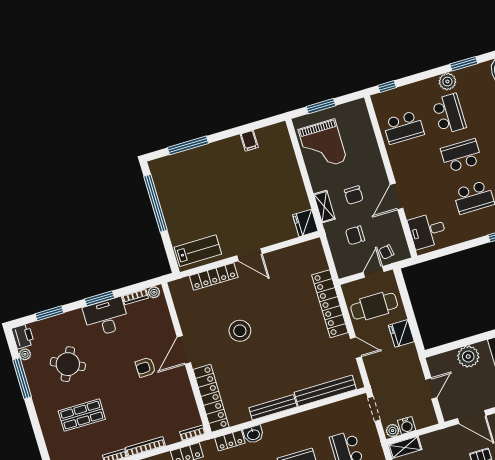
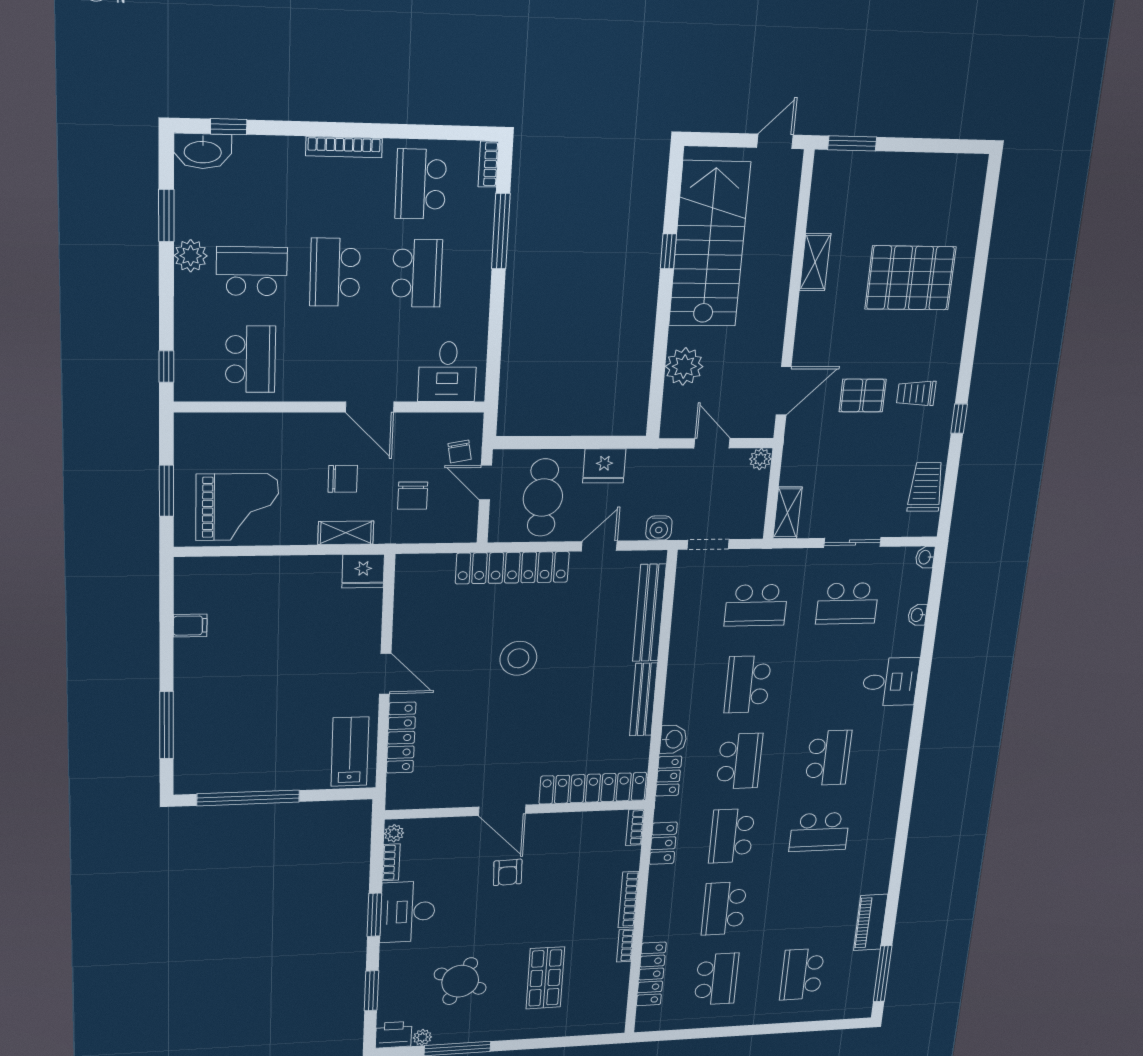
door: (249, 255) -> (385, 674), hinge flipped
stool: (240, 331) -> (518, 658), moved
water cooler: (407, 425) -> (659, 528), moved, turned 90
plant: (392, 431) -> (760, 459), moved

